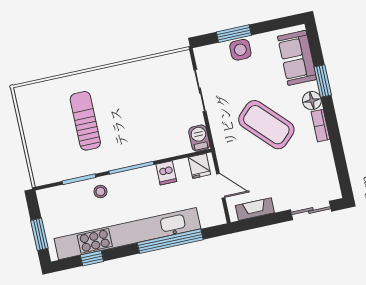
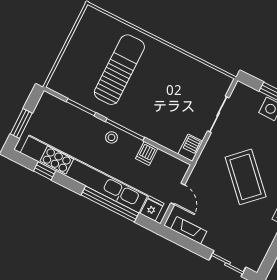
sun lounger: (85, 121) -> (119, 70), width x1.36, depth x1.34
fridge: (199, 166) -> (152, 208), moved, turned 180
stool: (100, 192) -> (112, 137), moved

